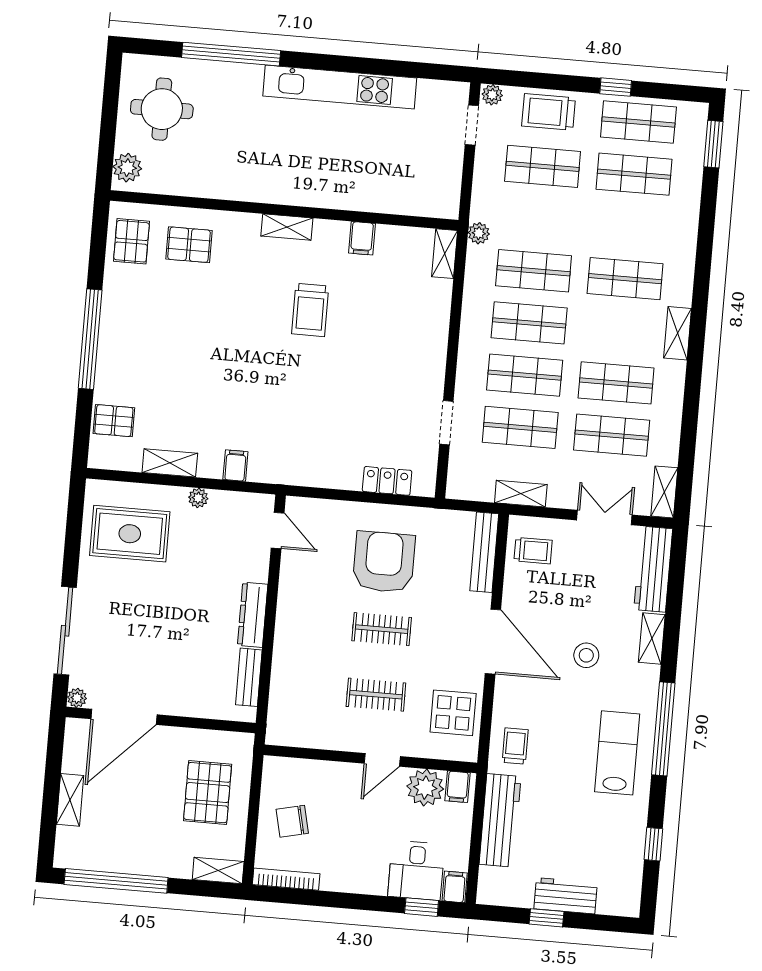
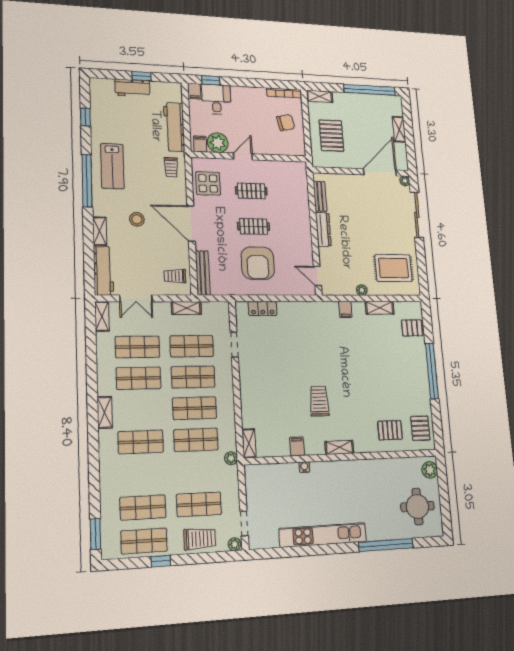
water cooler: (354, 202) -> (304, 467), added

